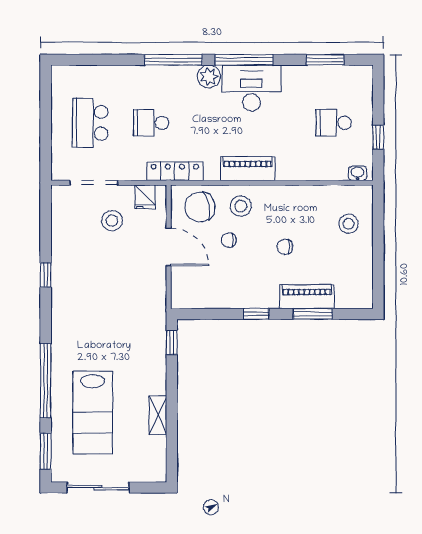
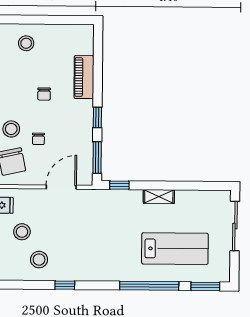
stool: (77, 242) -> (39, 260), added
door: (169, 247) -> (61, 187), moved
window: (313, 314) -> (97, 157), moved
shelving: (158, 415) -> (159, 196), moved
sliding door: (98, 487) -> (235, 226), moved

